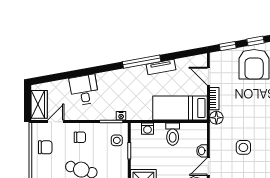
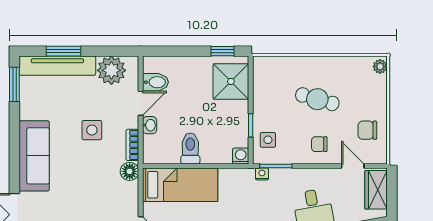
bookcase: (214, 99) -> (132, 145), moved
door: (56, 122) -> (353, 166), swing flipped
washing machine: (147, 129) -> (241, 156), moved

